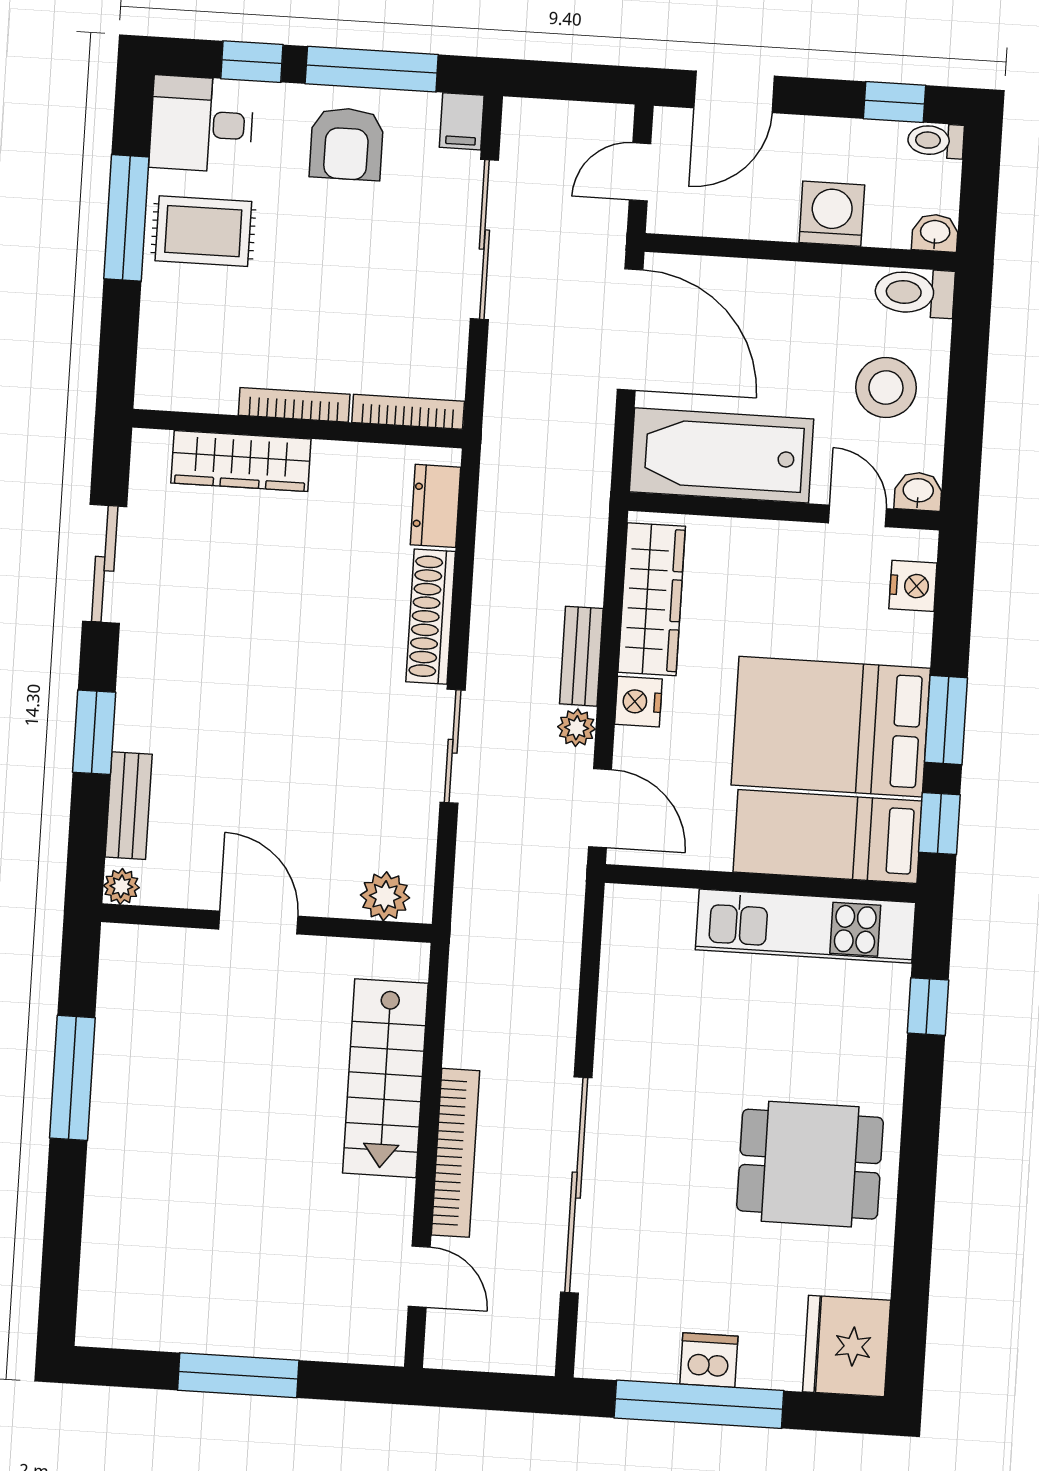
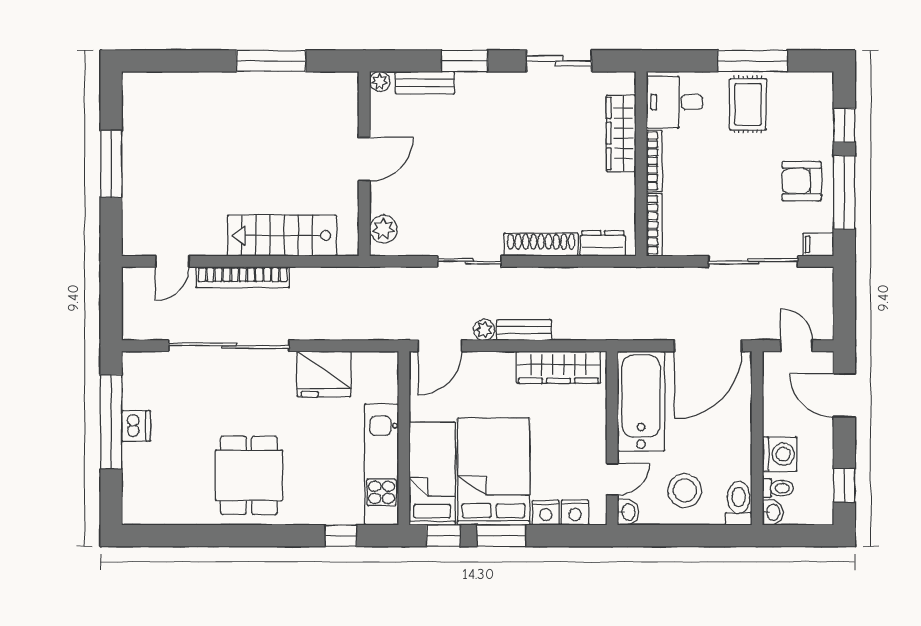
desk: (202, 124) -> (674, 102), moved, turned -90
toilet: (936, 141) -> (778, 488), moved, turned 90
nightstand: (638, 702) -> (546, 513), moved, turned 180
fridge: (847, 1346) -> (324, 374), moved, turned 180

